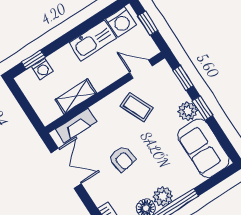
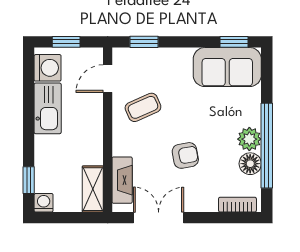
washing machine: (42, 69) -> (44, 203), moved, turned -90
shelving: (76, 96) -> (93, 189), moved
window: (203, 108) -> (234, 42), moved
plant: (188, 111) -> (180, 59), removed

